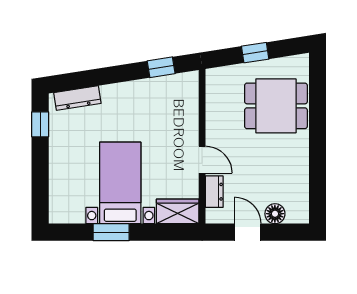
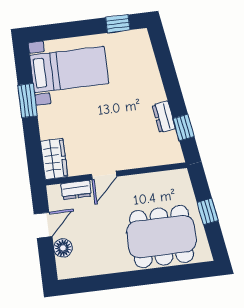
dresser: (77, 98) -> (164, 117), moved, width x0.70
dining table: (276, 106) -> (161, 237), width x1.38
bed with nightstands: (120, 183) -> (69, 69), moved

